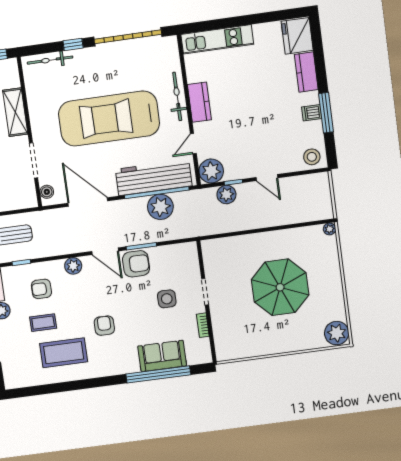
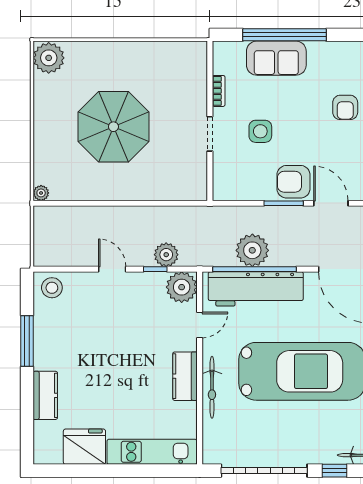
fridge: (297, 36) -> (84, 447), moved, turned -90
dishwasher: (312, 113) -> (45, 343), removed

